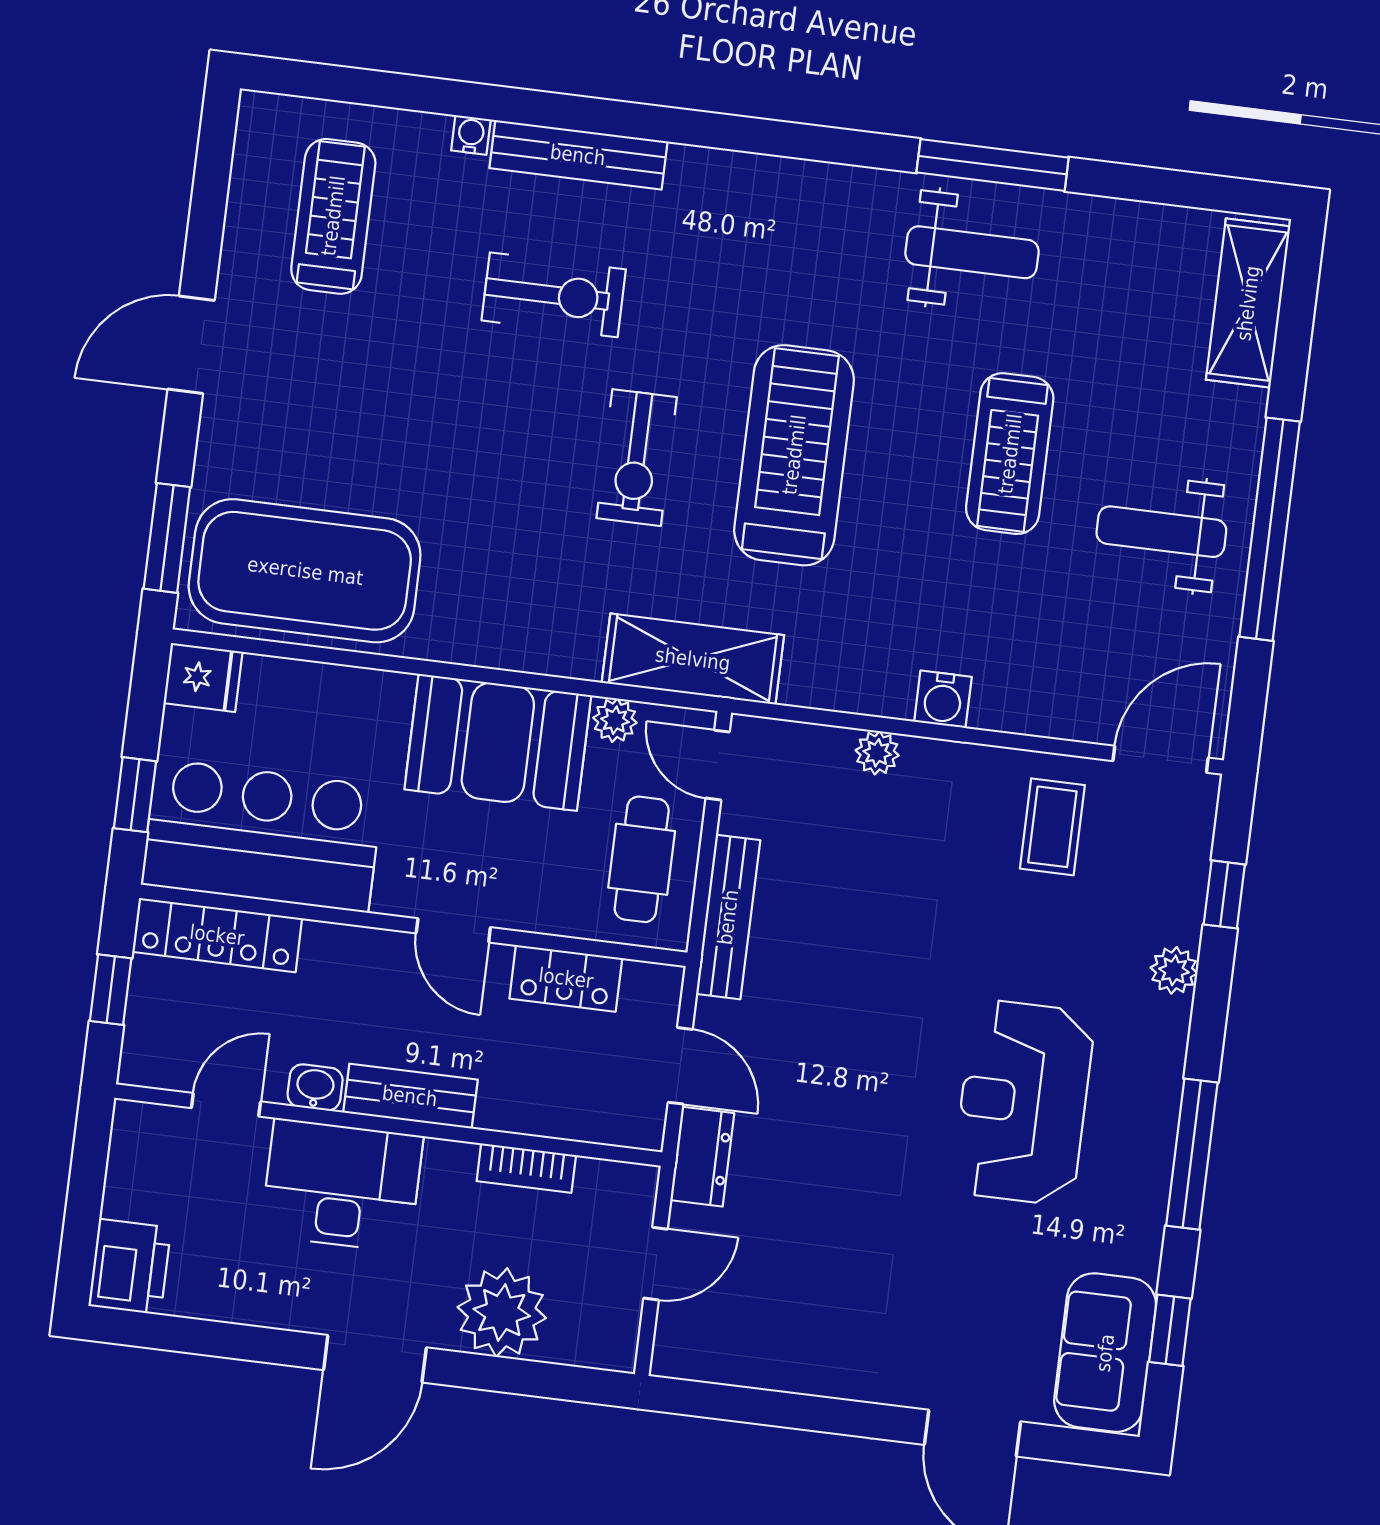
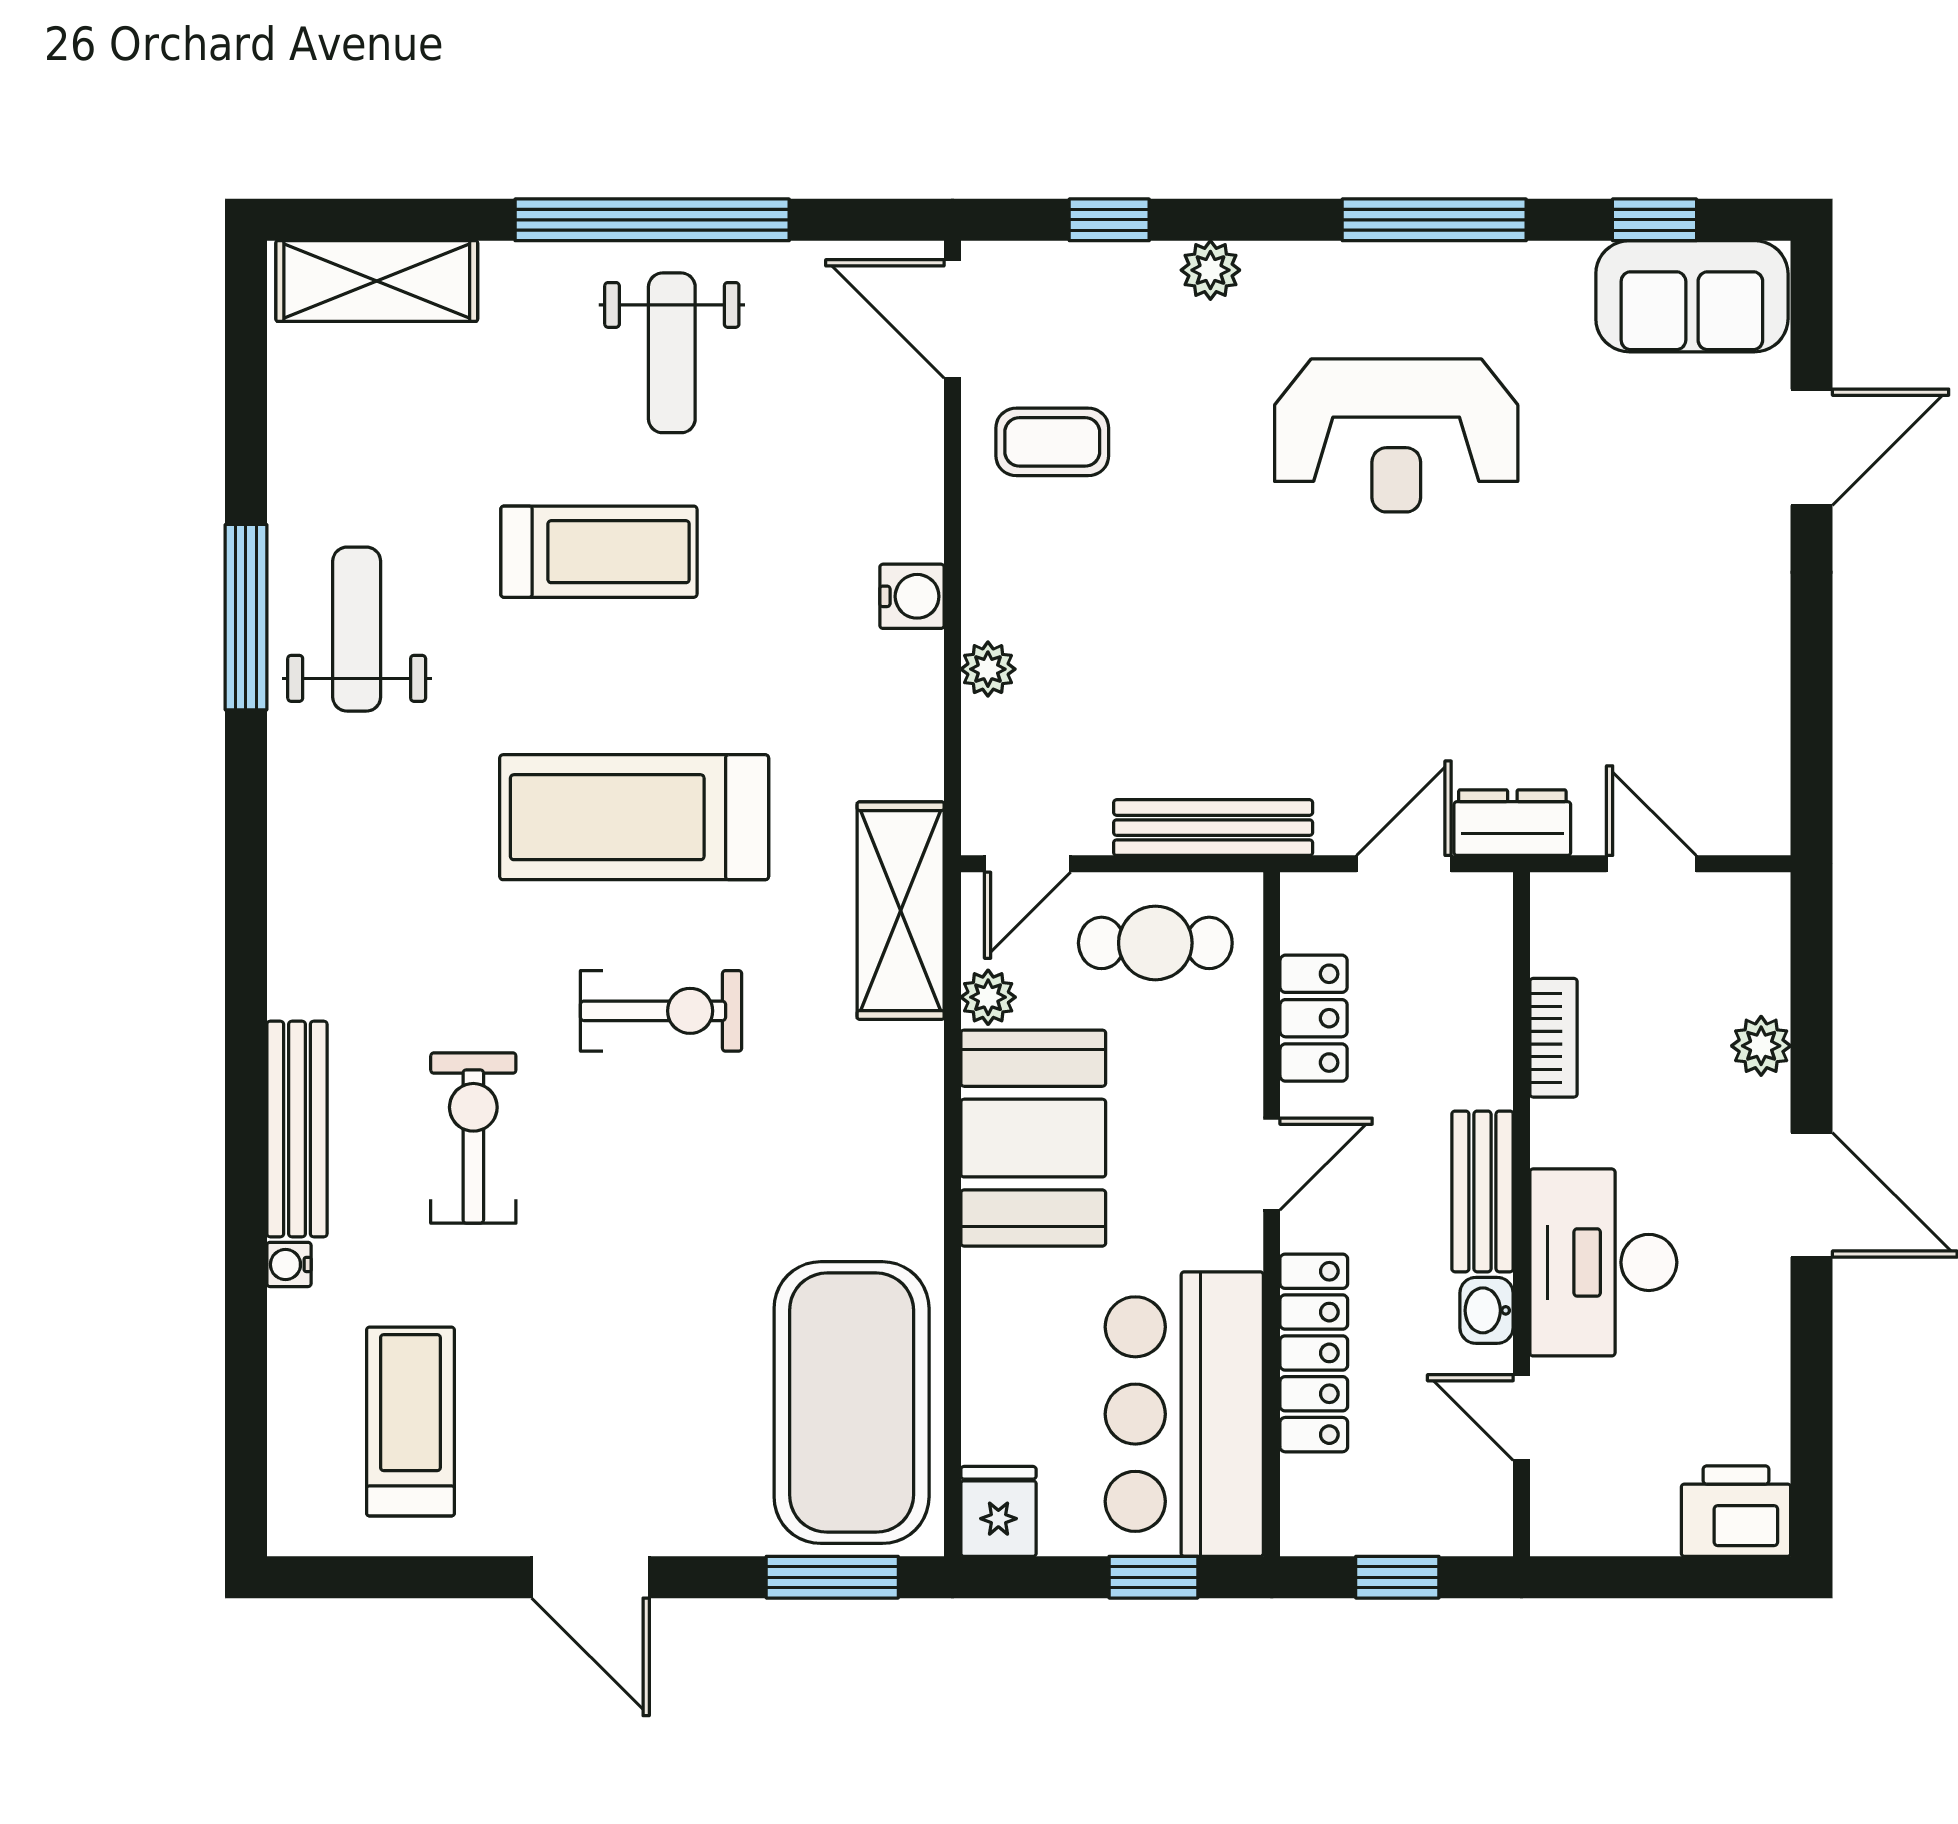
treadmill: (333, 216) -> (410, 1422), turned 90
locker: (217, 935) -> (1314, 1353), moved
plant: (502, 1313) -> (1761, 1046), width x0.53, depth x0.53

